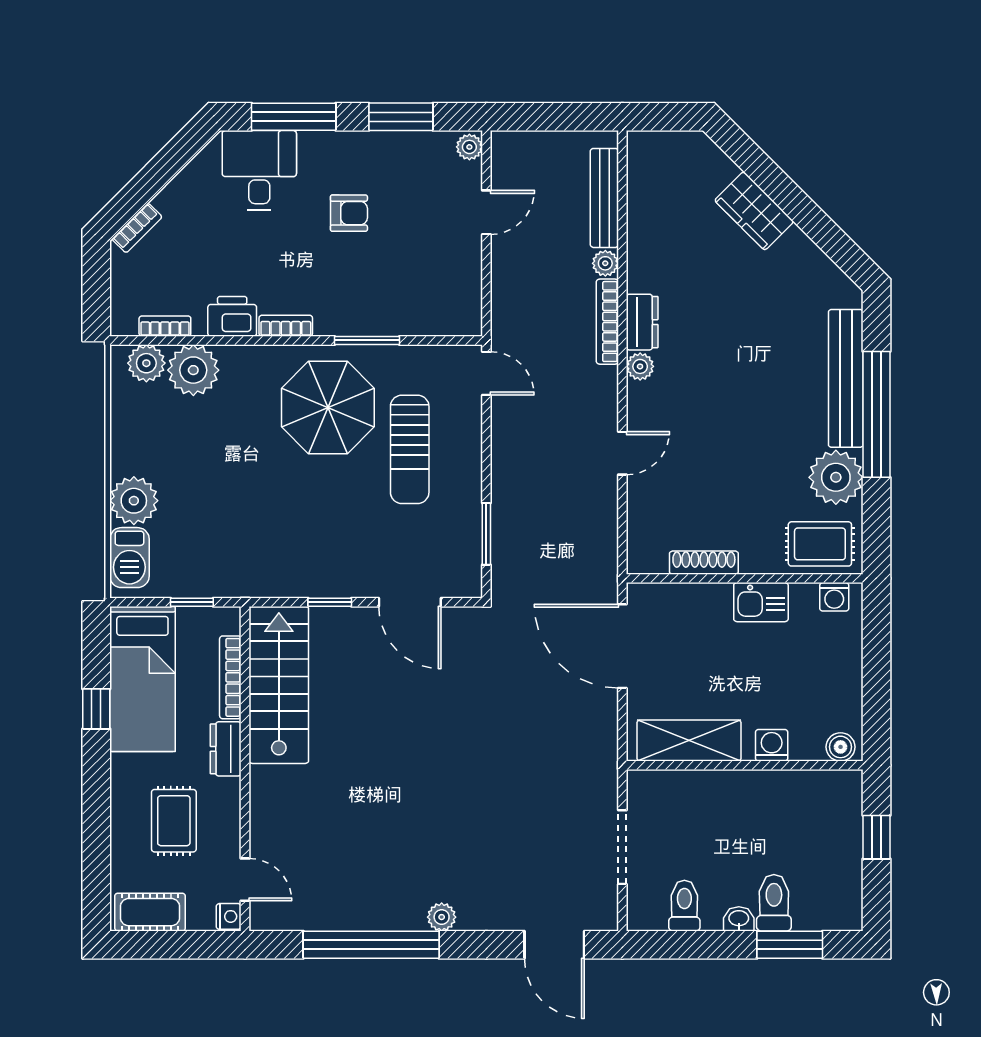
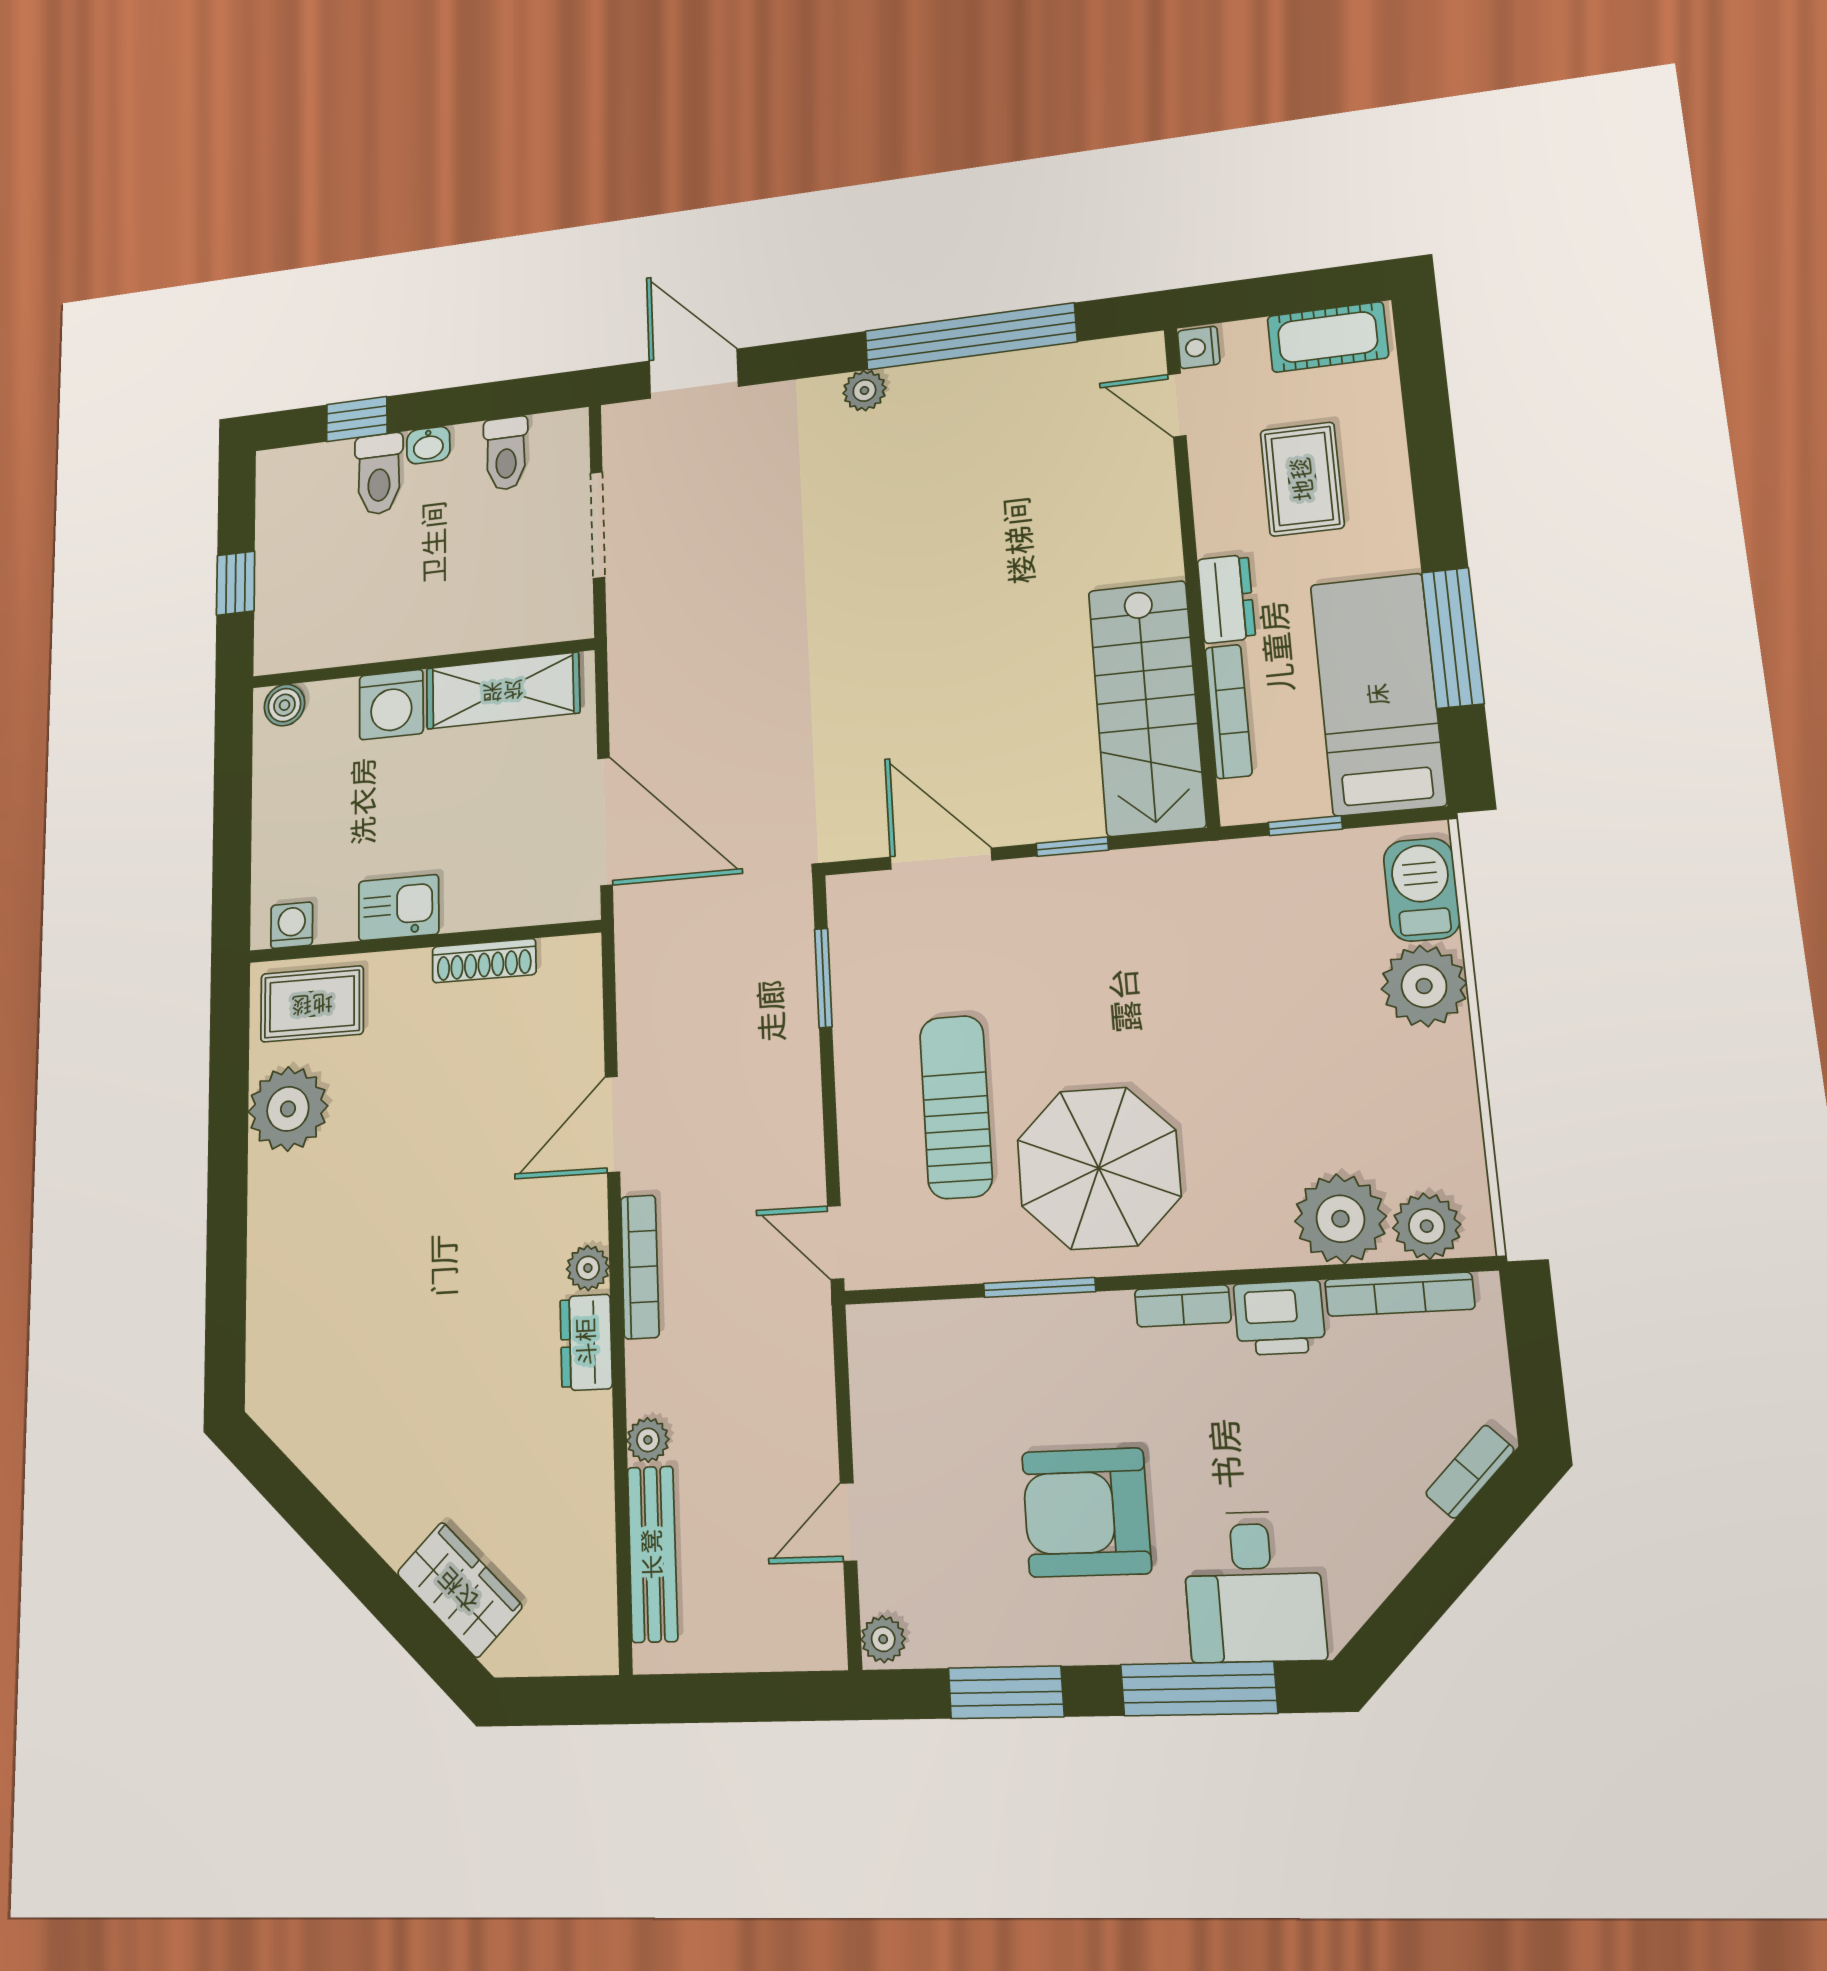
wardrobe: (754, 211) -> (459, 1590), moved
armchair: (349, 213) -> (1086, 1512), width x1.88, depth x1.88
bookcase: (607, 322) -> (640, 1267), moved
bookcase: (165, 326) -> (1399, 1294), width x1.56
bench: (846, 378) -> (272, 1267), removed
window: (877, 414) -> (227, 1212), removed
door: (622, 453) -> (612, 1124), width x1.38
window: (96, 709) -> (1453, 638), width x2.17
washing machine: (772, 745) -> (391, 705), width x1.38, depth x1.38
window: (790, 945) -> (357, 419), width x0.67

